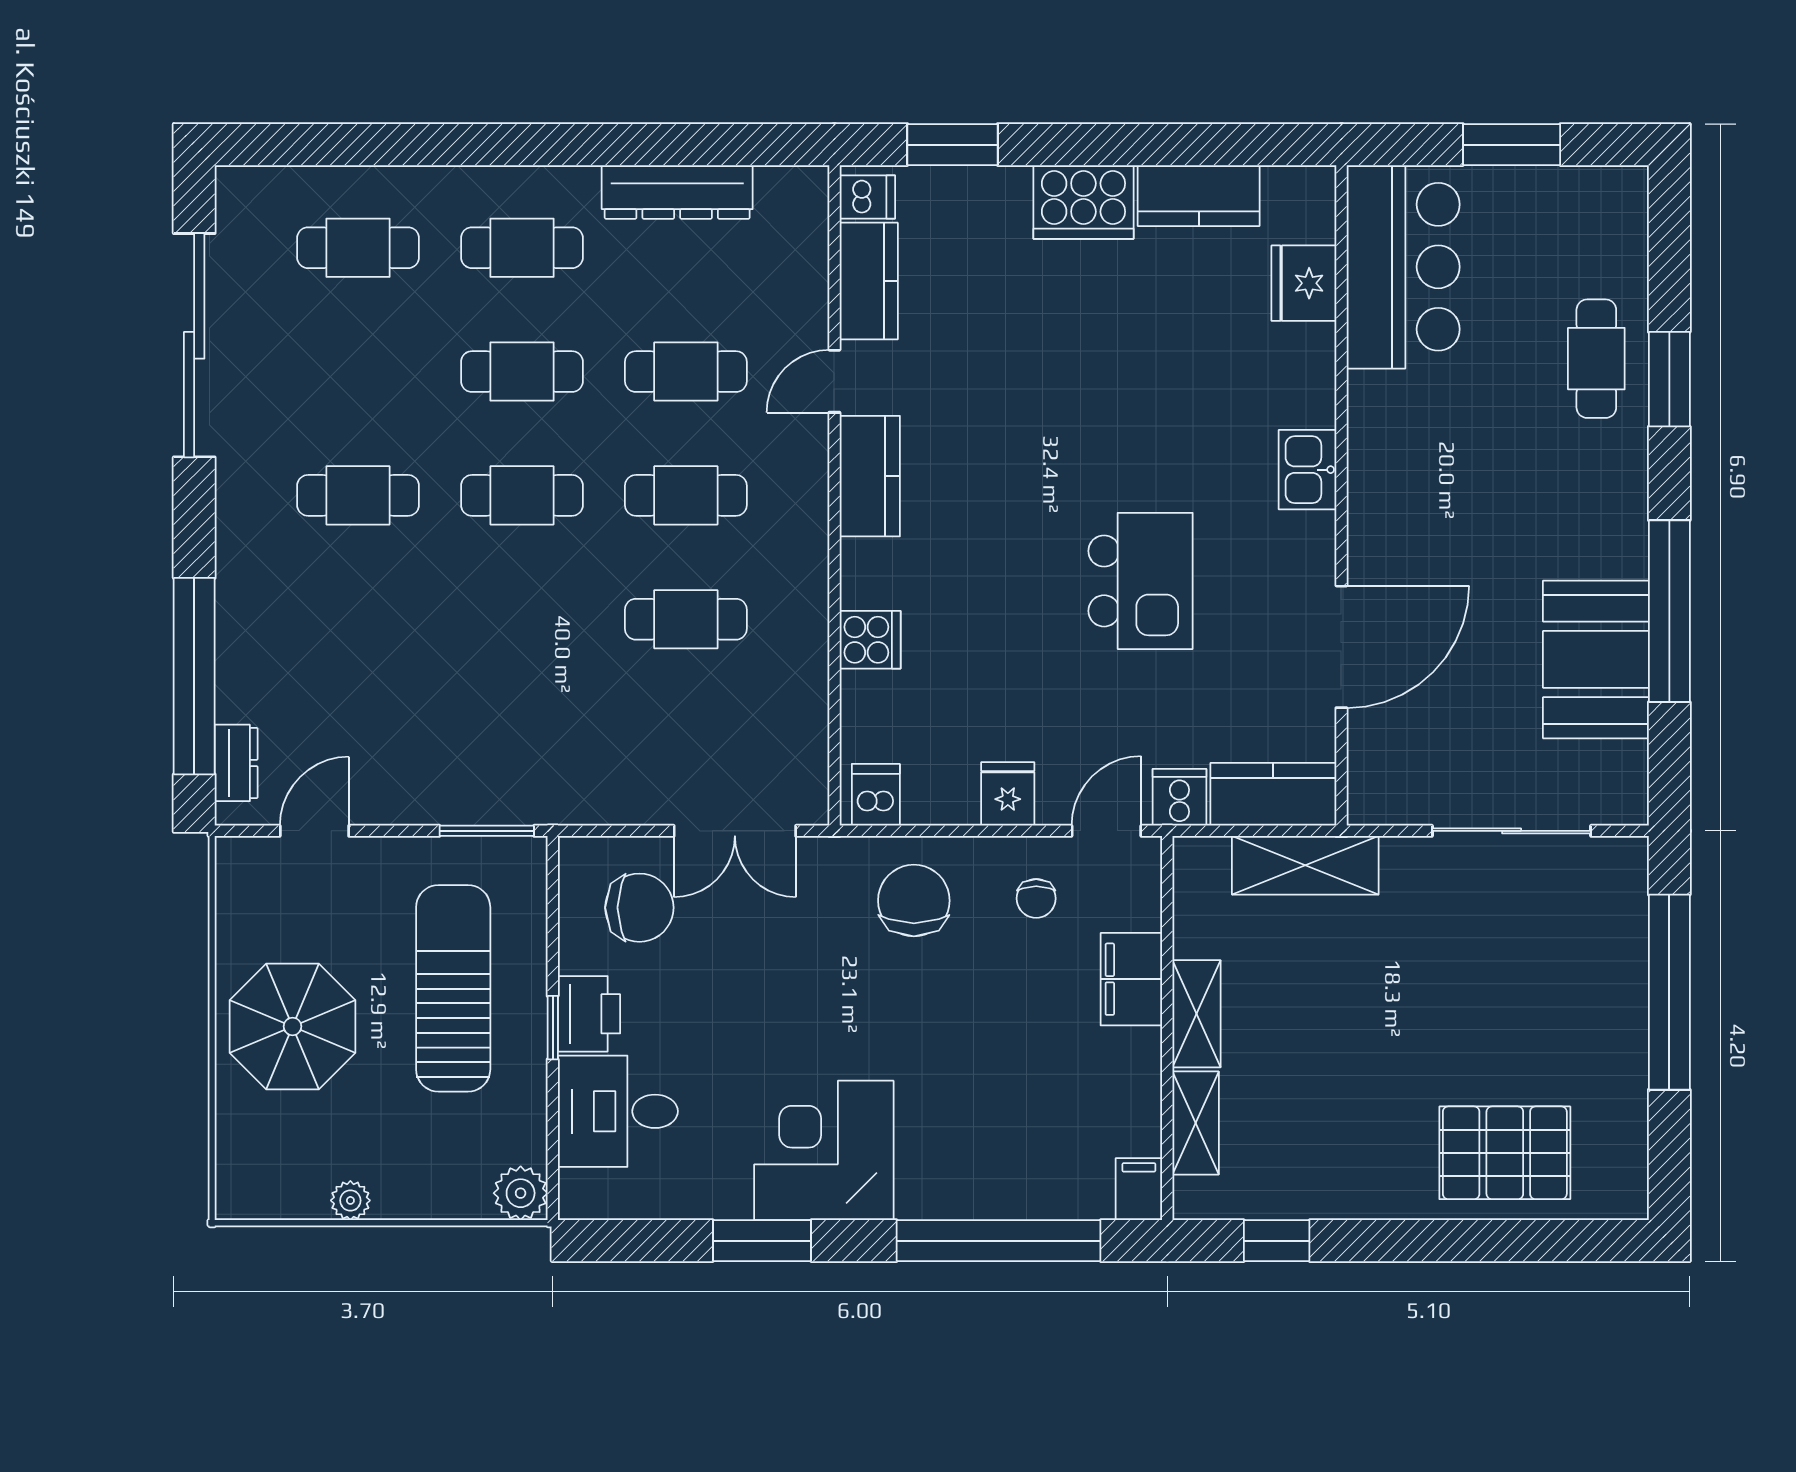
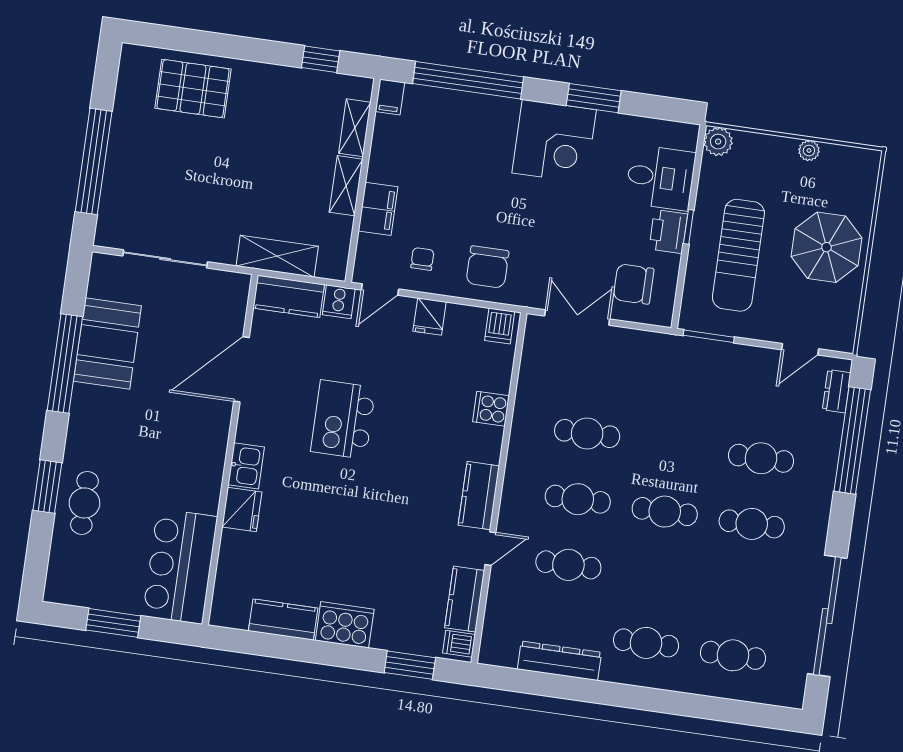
fridge: (1304, 283) -> (242, 509), moved
cafe table: (522, 372) -> (761, 458), moved

